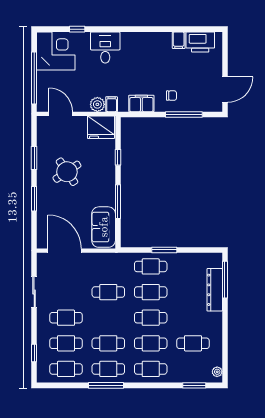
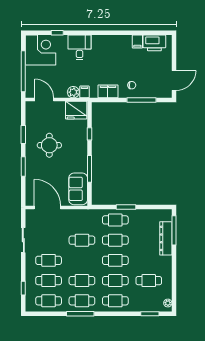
round table: (67, 172) -> (49, 145), turned 34

